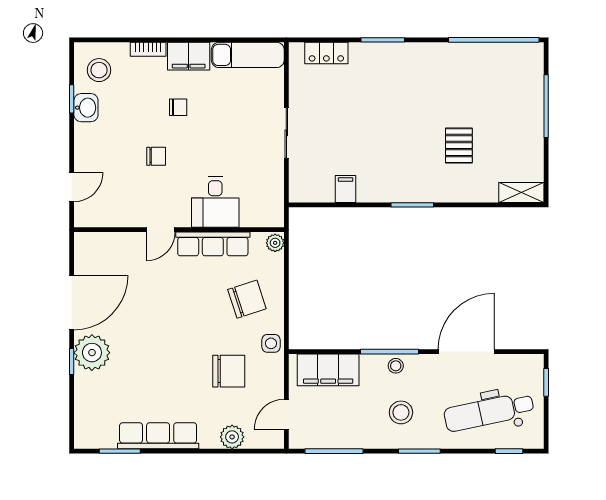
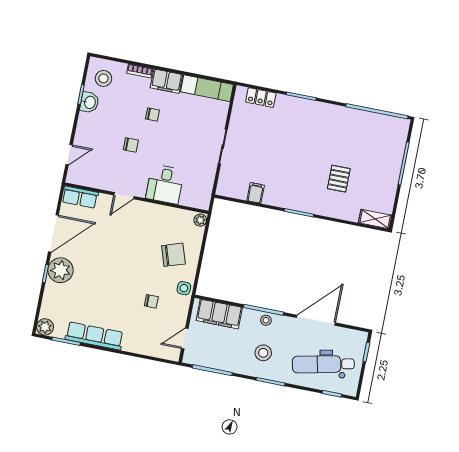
row of seats: (213, 244) -> (80, 197), moved, width x0.68
chair: (229, 371) -> (151, 301), width x0.54, depth x0.54
plant: (232, 437) -> (45, 327), moved

